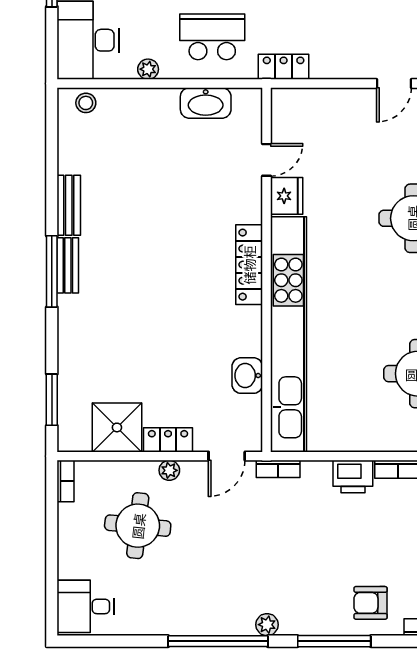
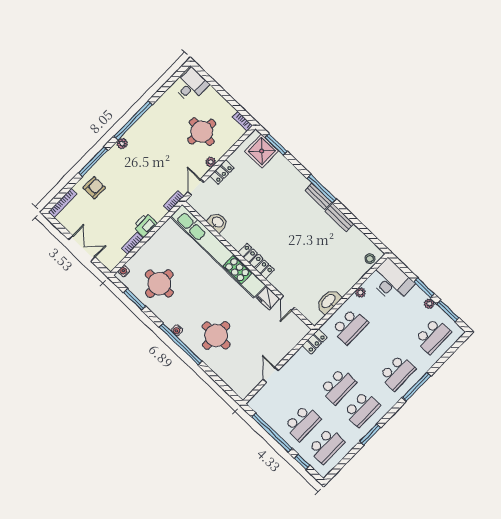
shower: (117, 427) -> (262, 151), moved

